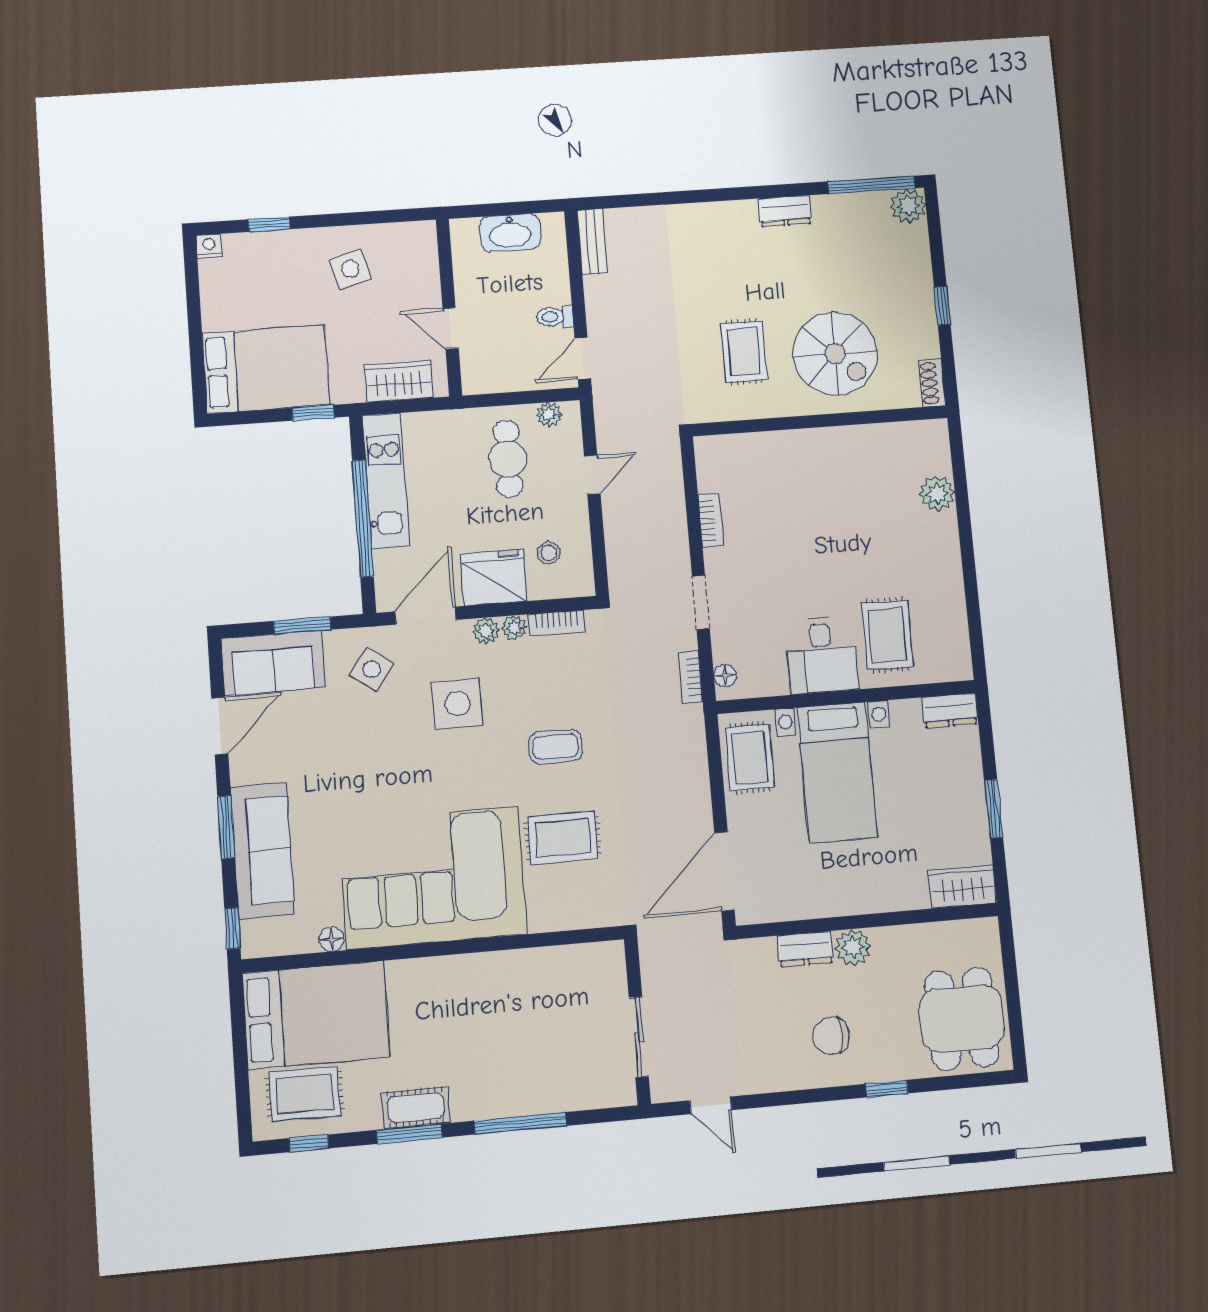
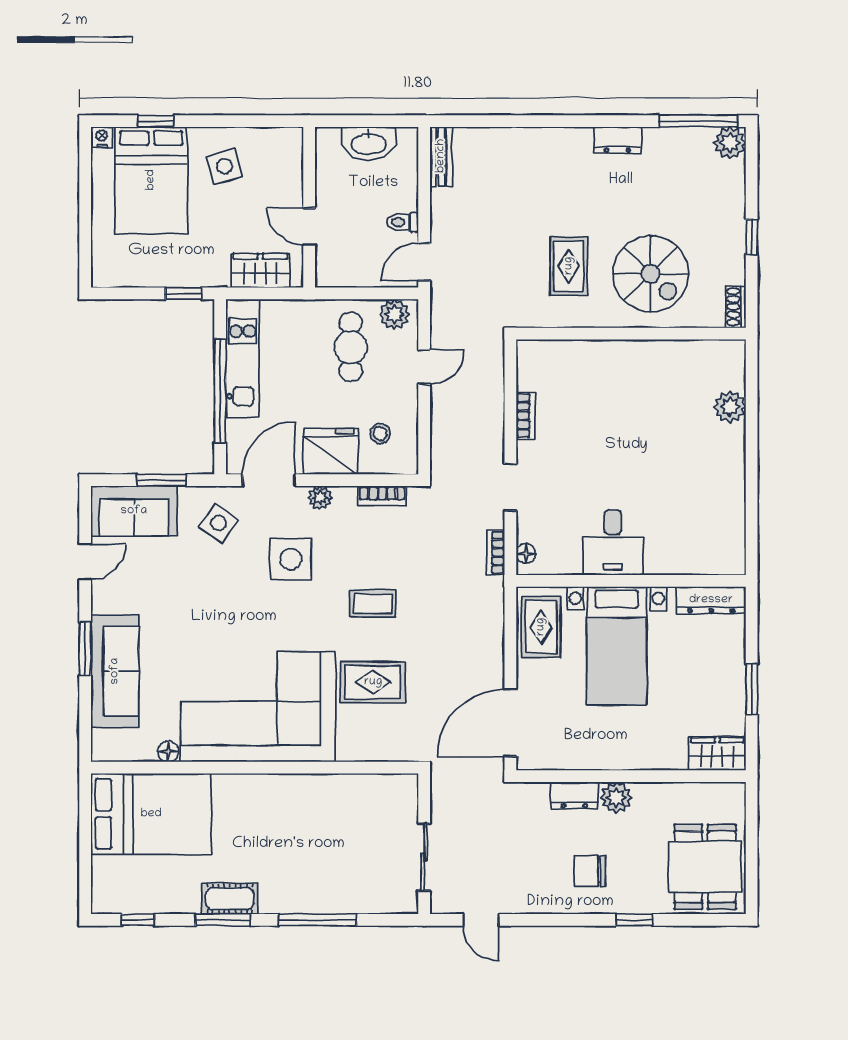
bed: (266, 369) -> (151, 180), moved, turned 90
plant: (549, 415) -> (394, 314), width x1.38, depth x1.38
plant: (514, 628) -> (345, 497), removed
rug: (887, 635) -> (673, 529), removed
dresser: (950, 710) -> (711, 600), width x1.44
door: (220, 726) -> (85, 562), width x0.73
window: (232, 928) -> (85, 735), removed
rug: (304, 1094) -> (137, 879), removed

